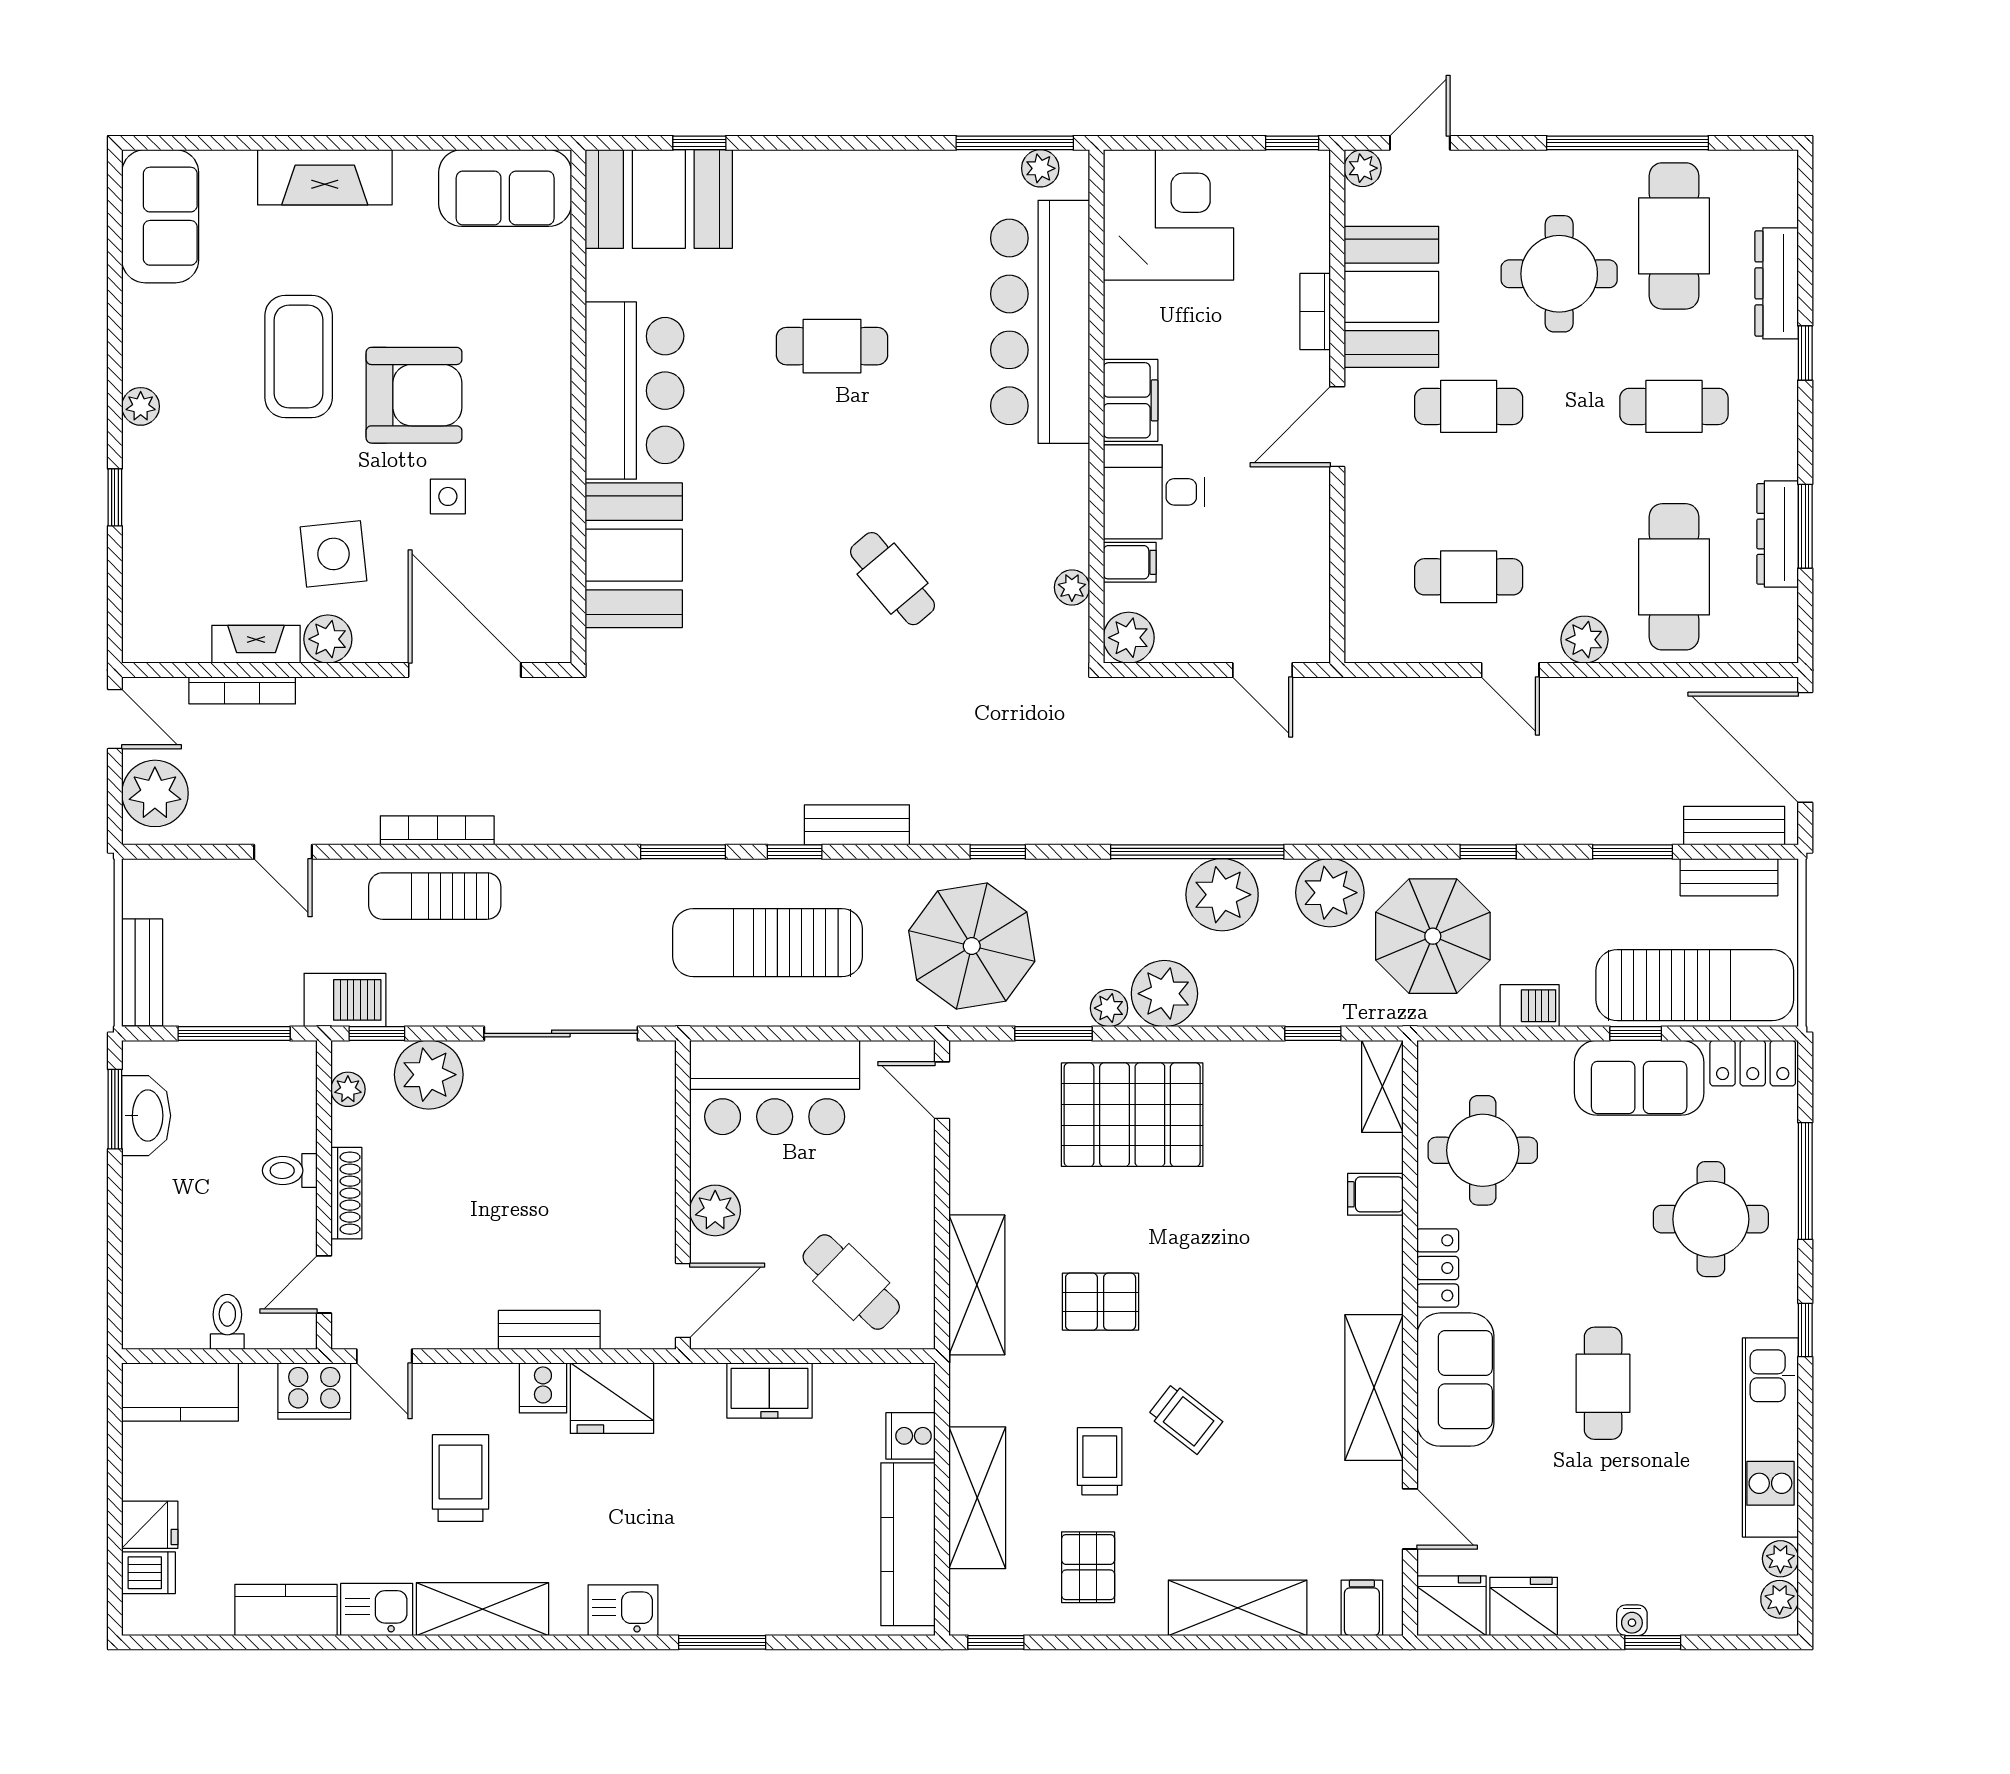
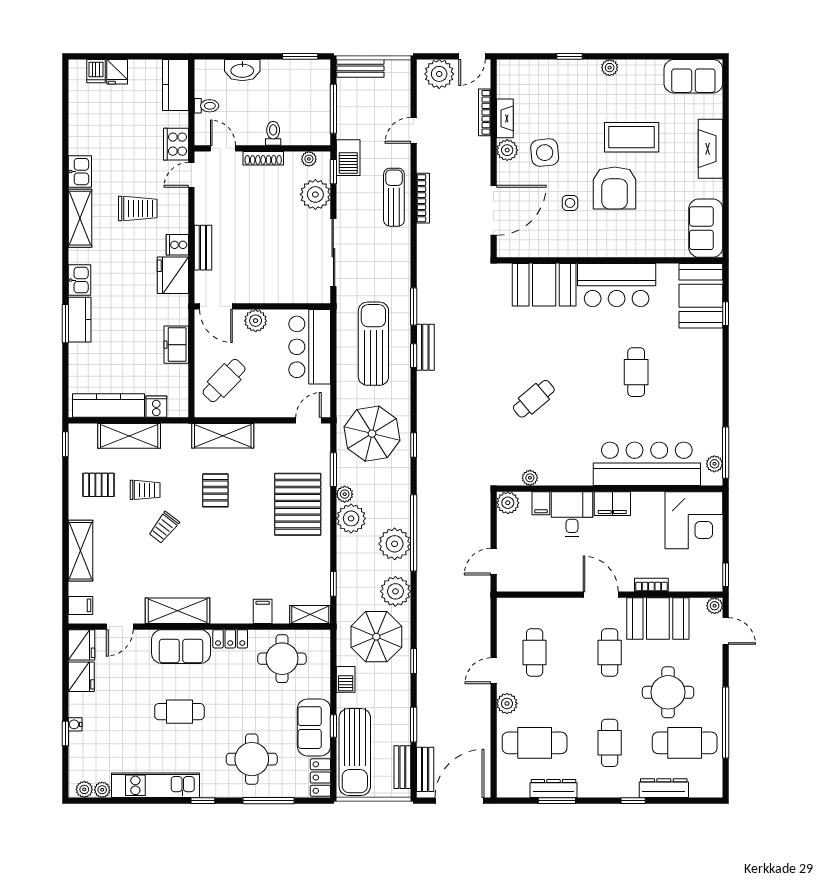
bench: (857, 825) -> (425, 347), moved
washbasin: (146, 1116) -> (242, 70), moved
kitchen counter: (286, 1610) -> (80, 320), moved

